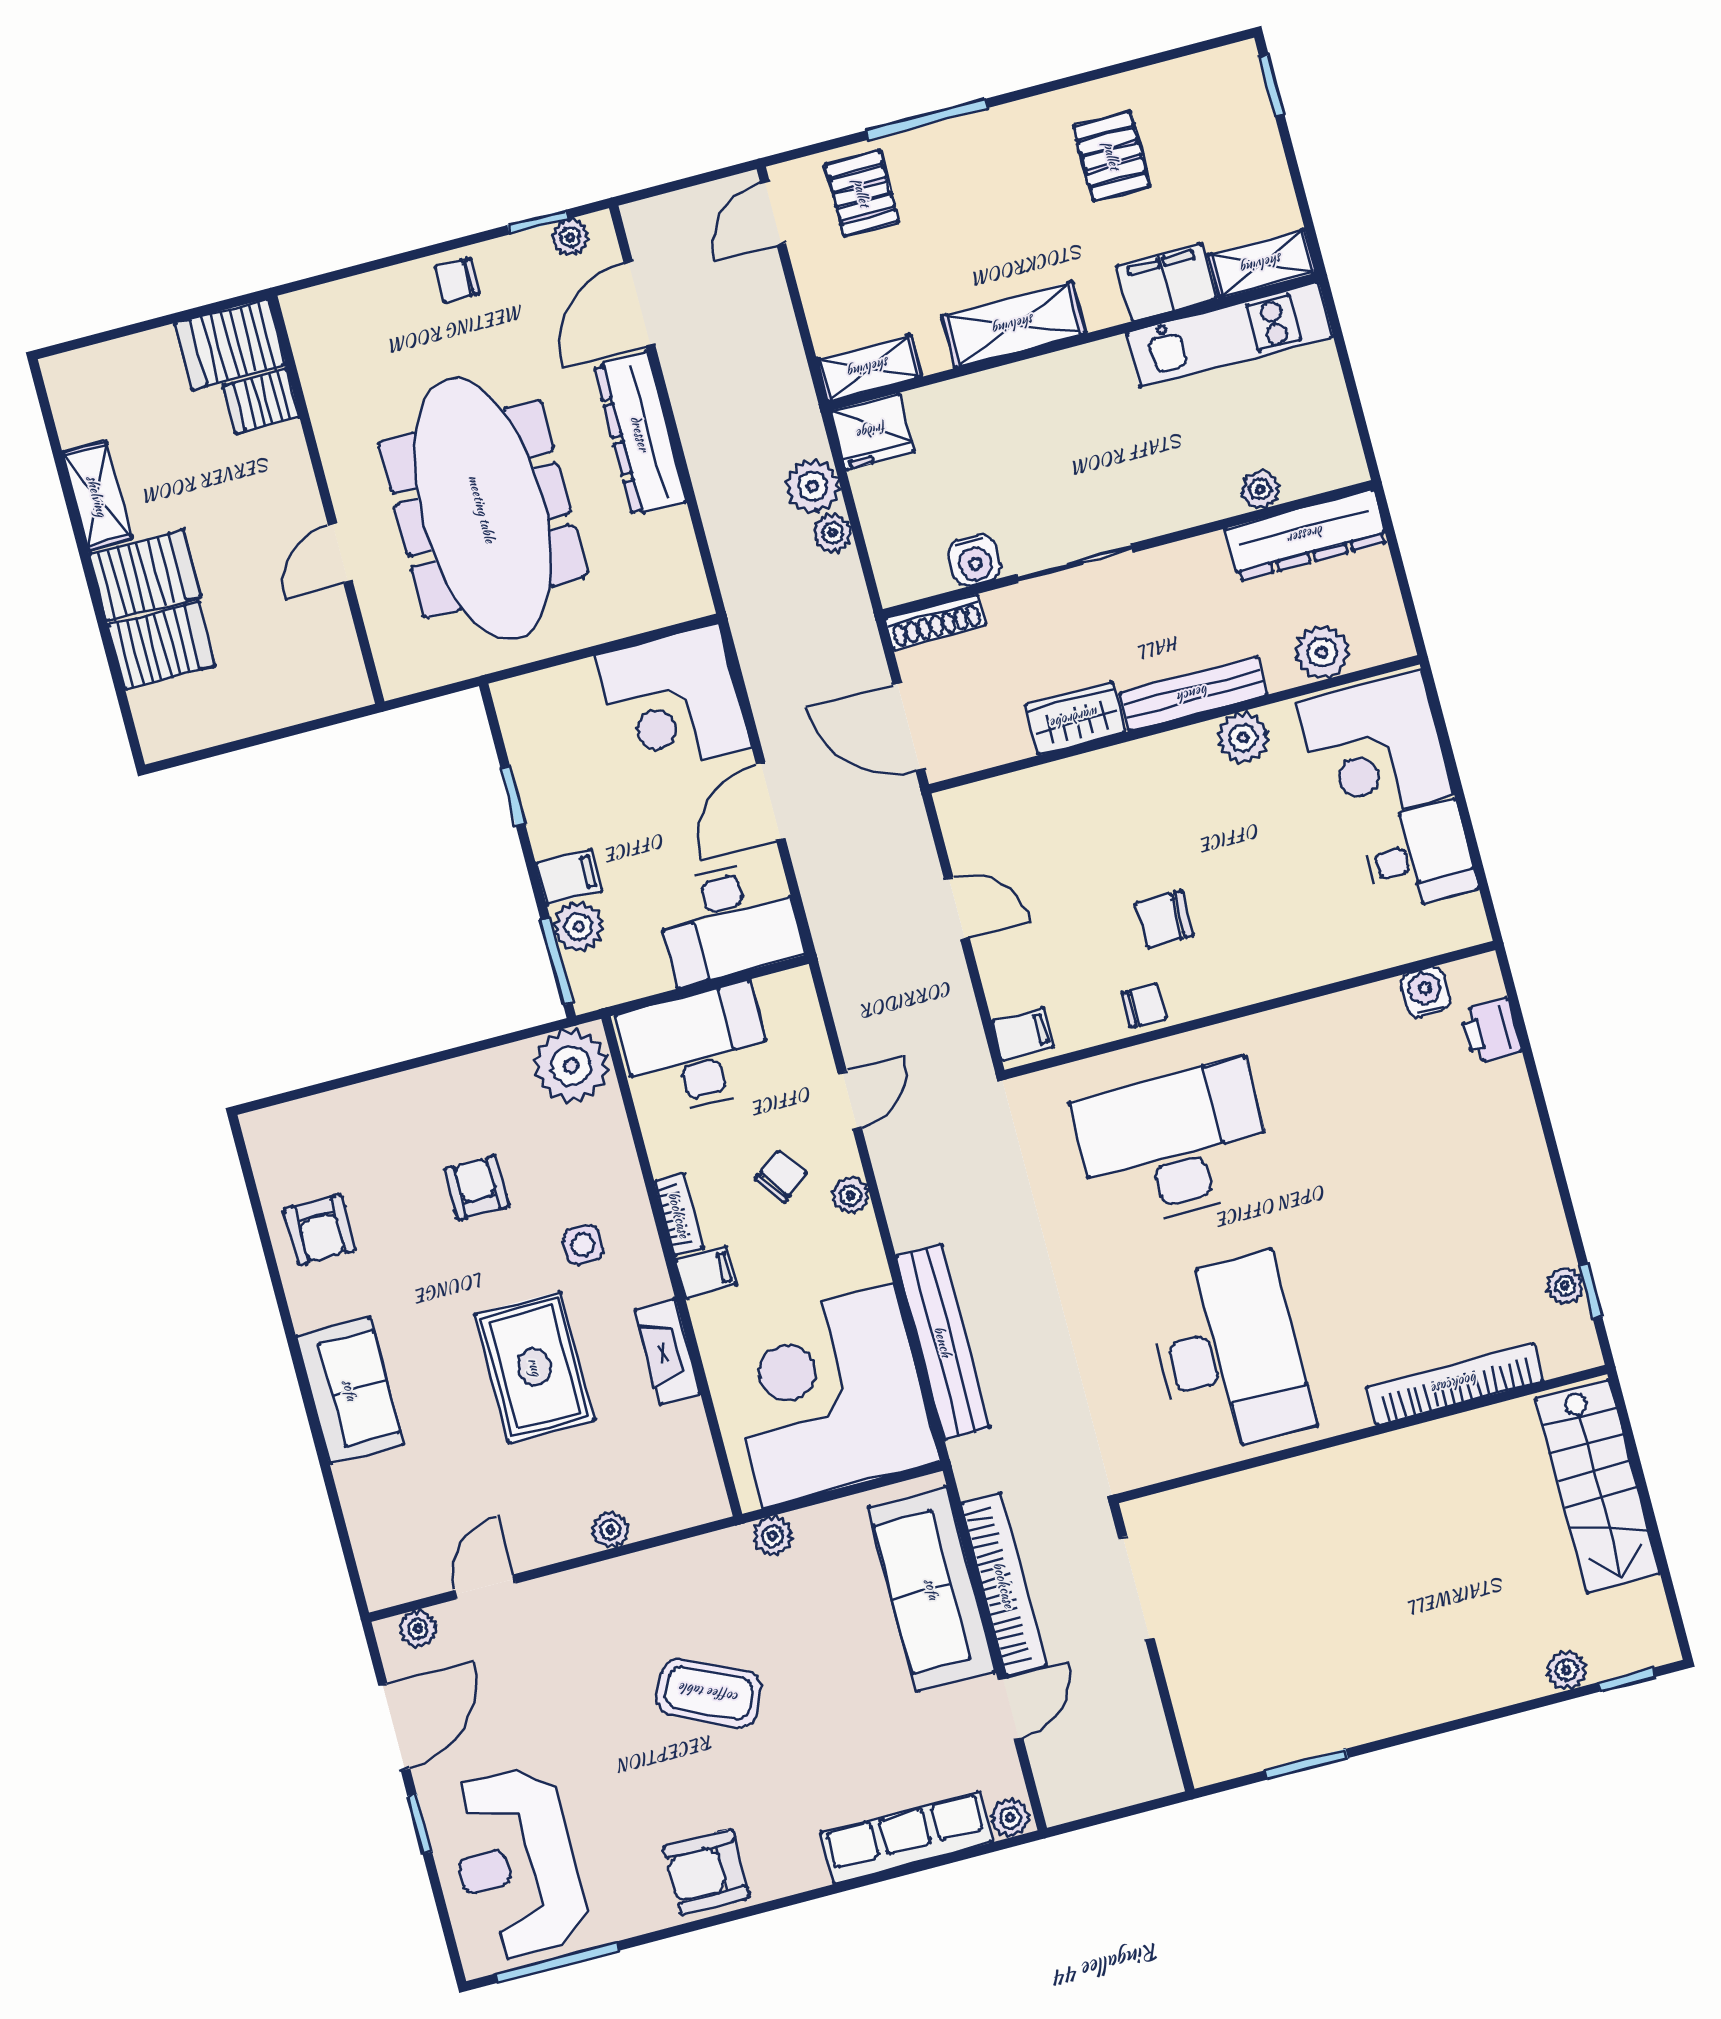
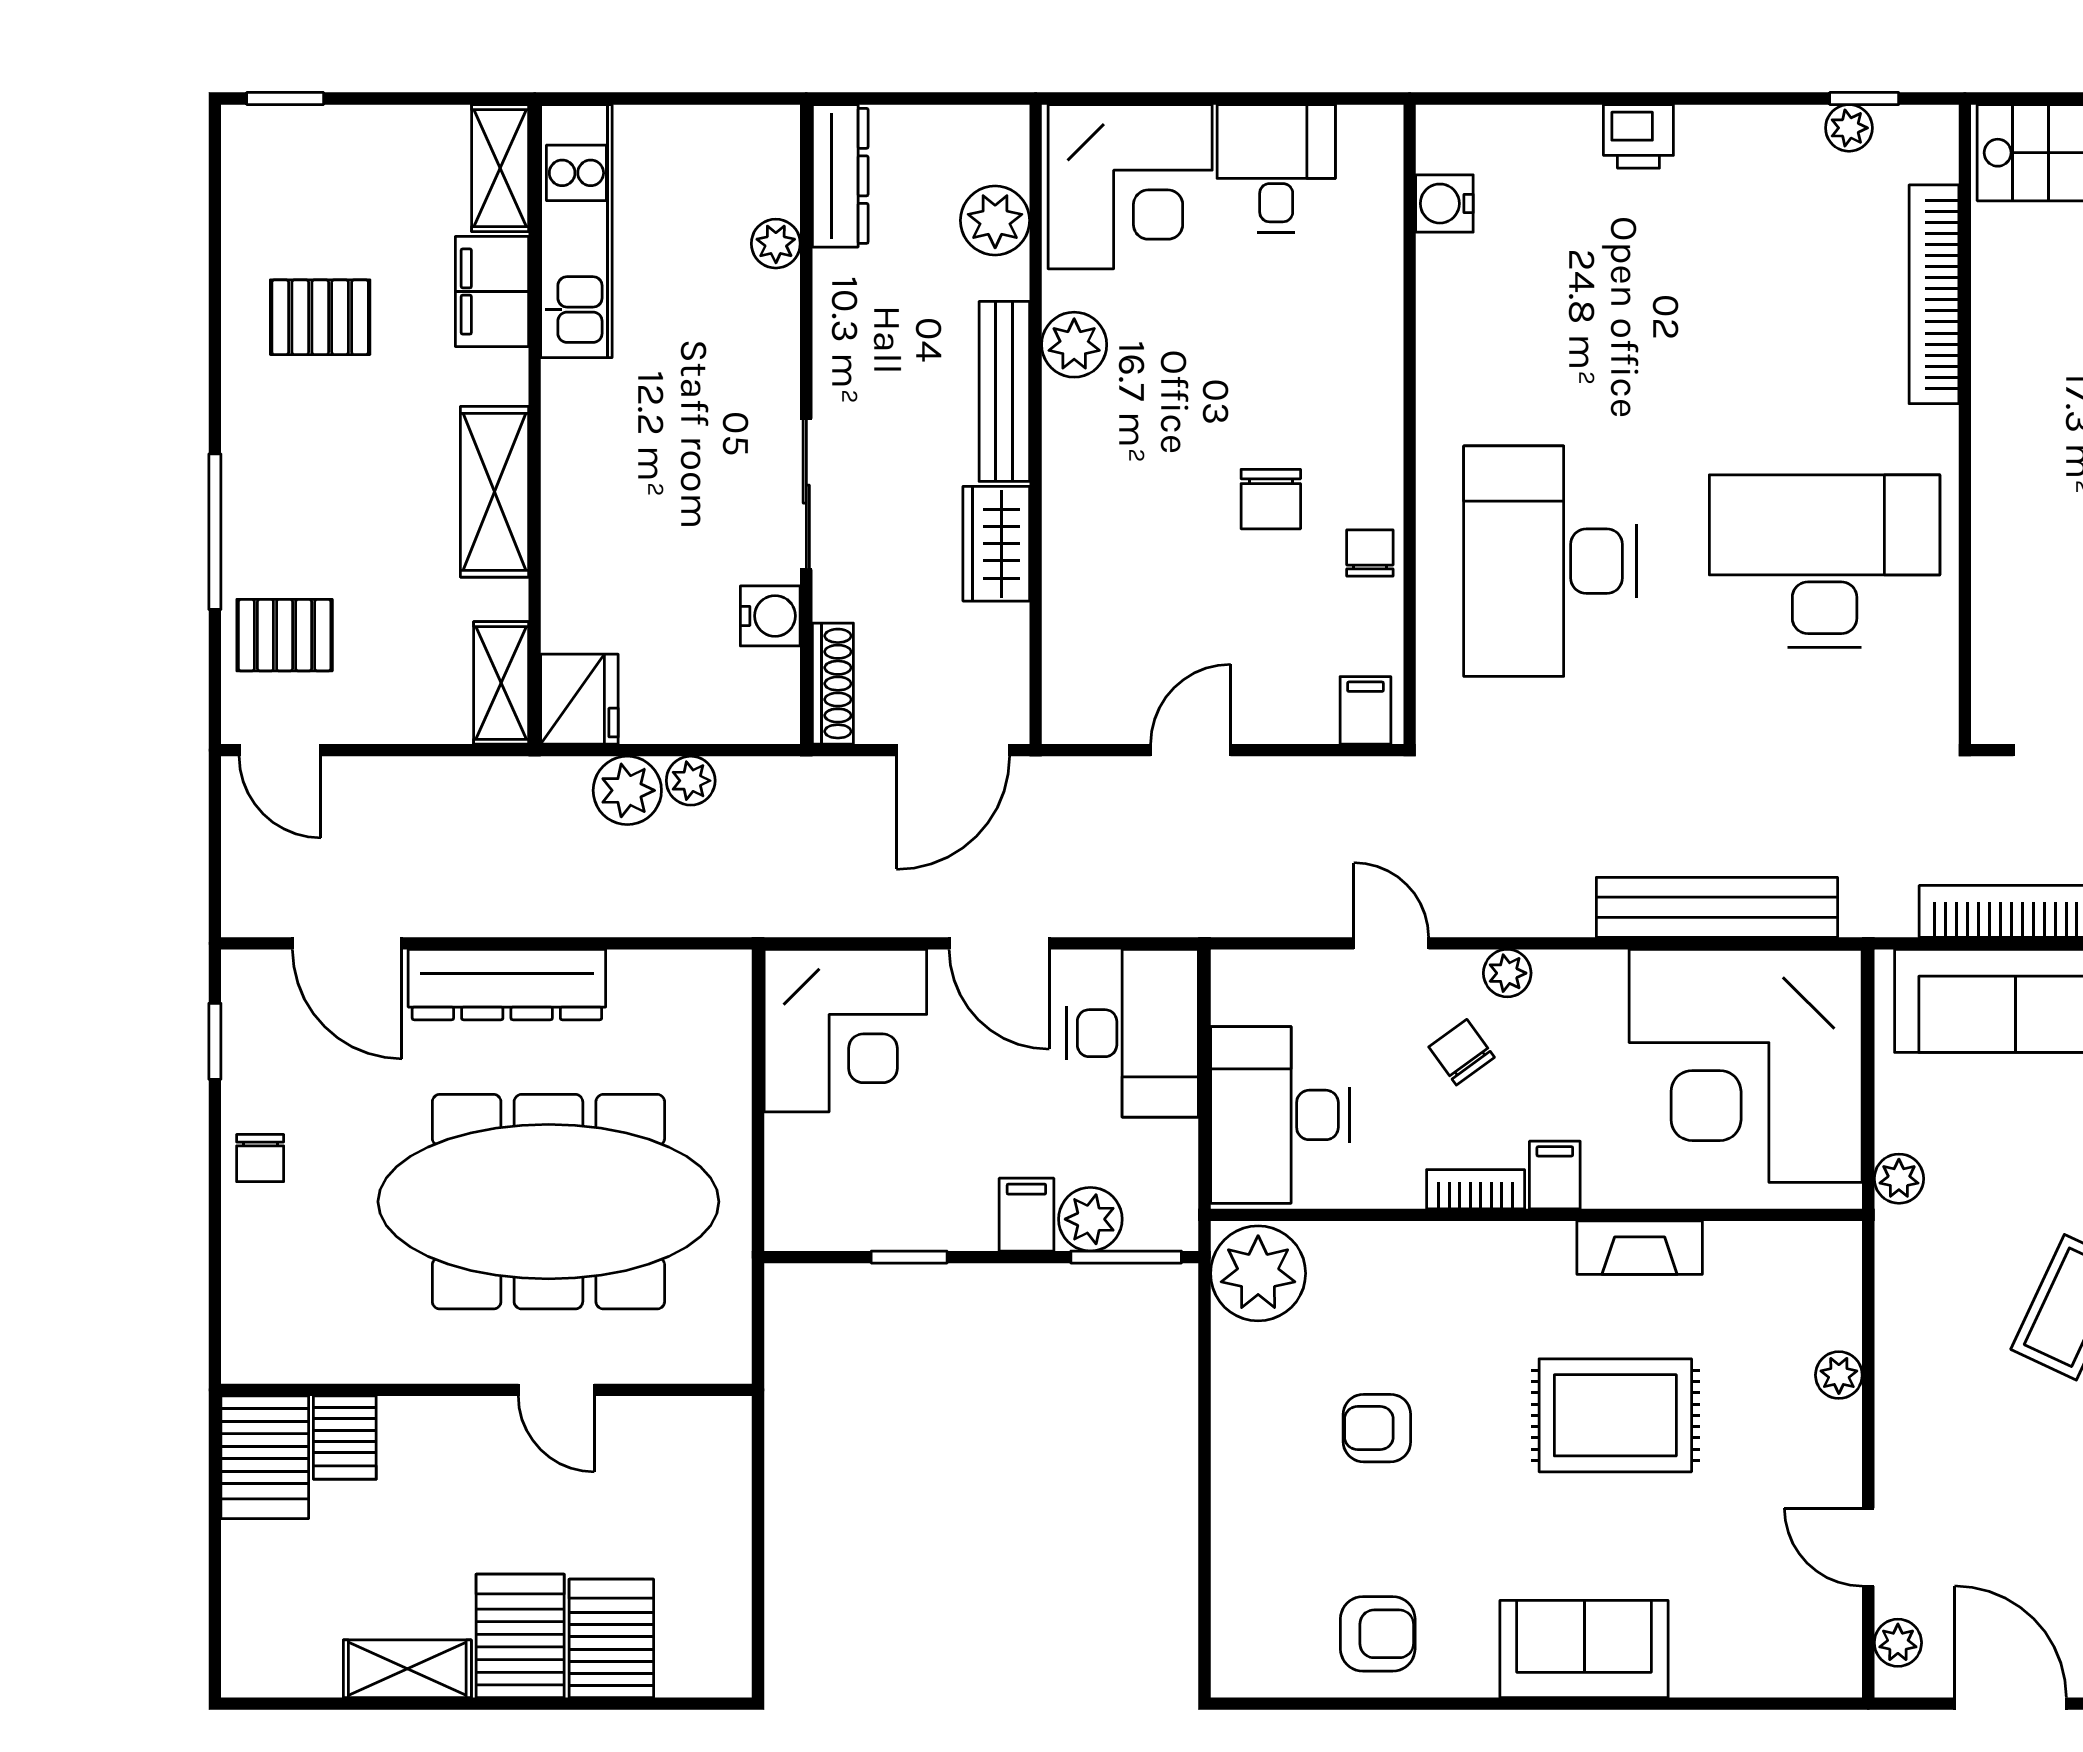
plant: (570, 237) -> (244, 1006), removed
dresser: (1306, 535) -> (840, 176), width x0.73, depth x0.80
printer: (1491, 1031) -> (1638, 136), moved
side table: (583, 1245) -> (1481, 1316), removed

